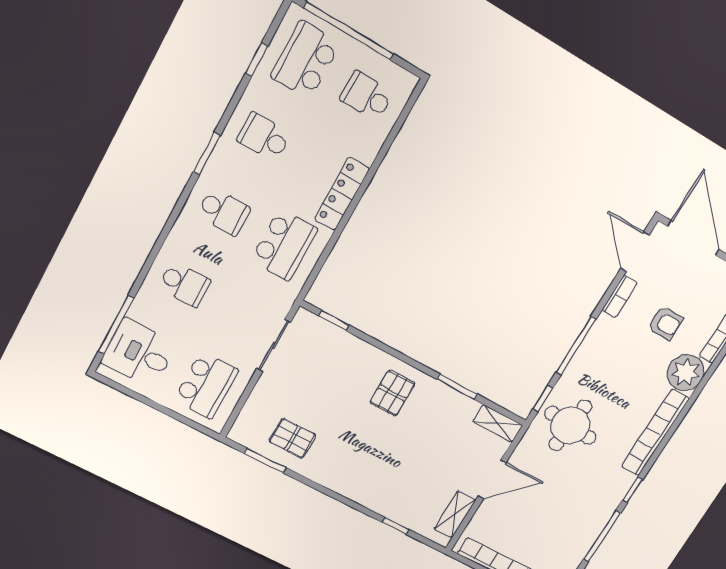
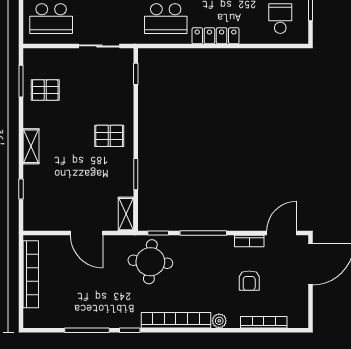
plant: (686, 372) -> (219, 321), width x0.53, depth x0.53
pallet: (292, 438) -> (45, 90), turned 90
shelving: (455, 515) -> (31, 146), moved, turned 90

